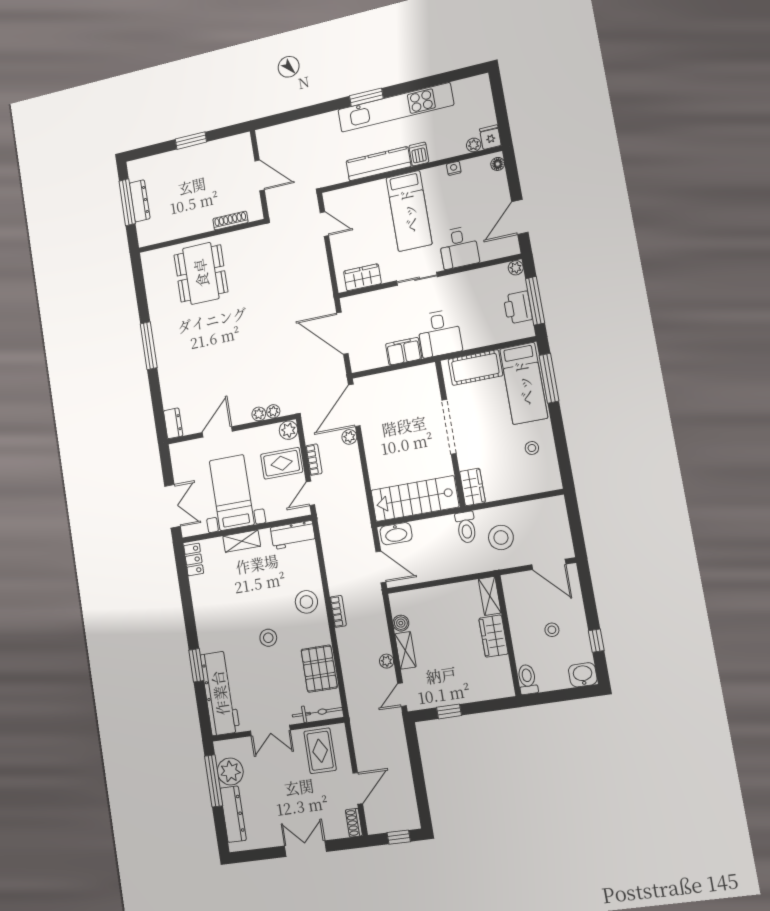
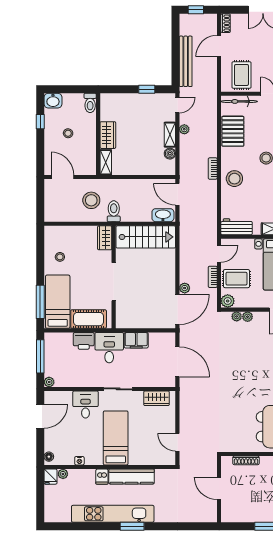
printer: (518, 307) -> (84, 341), moved, turned 90
bench: (401, 760) -> (186, 61), added

